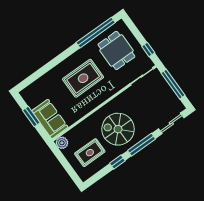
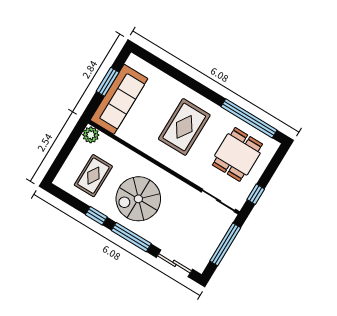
rug: (83, 78) -> (184, 127), turned 90
sofa: (50, 119) -> (119, 99), width x1.36
spiral stairs: (118, 129) -> (138, 199), turned -90
rug: (90, 153) -> (93, 176), turned 90

